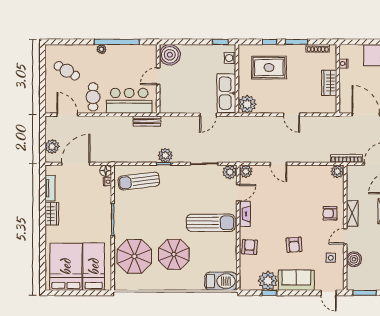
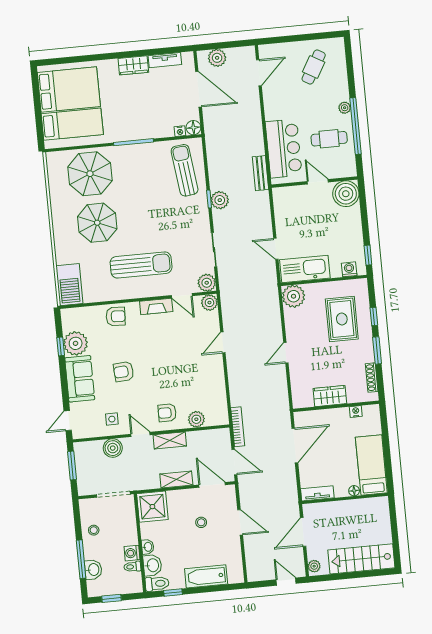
cafe table: (93, 97) -> (329, 139), moved
plant: (337, 172) -> (196, 419), moved
armchair: (330, 213) -> (167, 413), turned -90
sun lounger: (211, 223) -> (141, 265), turned -90

